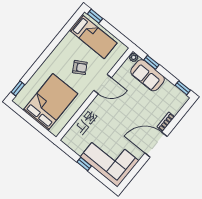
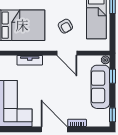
sofa: (148, 75) -> (100, 87), width x1.36
tv unit: (84, 119) -> (30, 60), added

